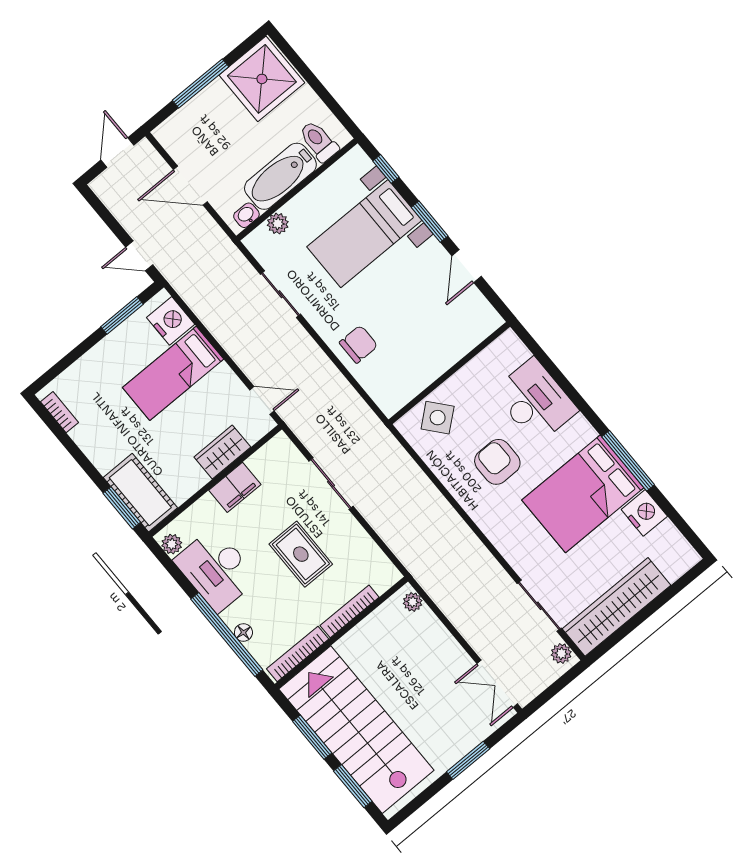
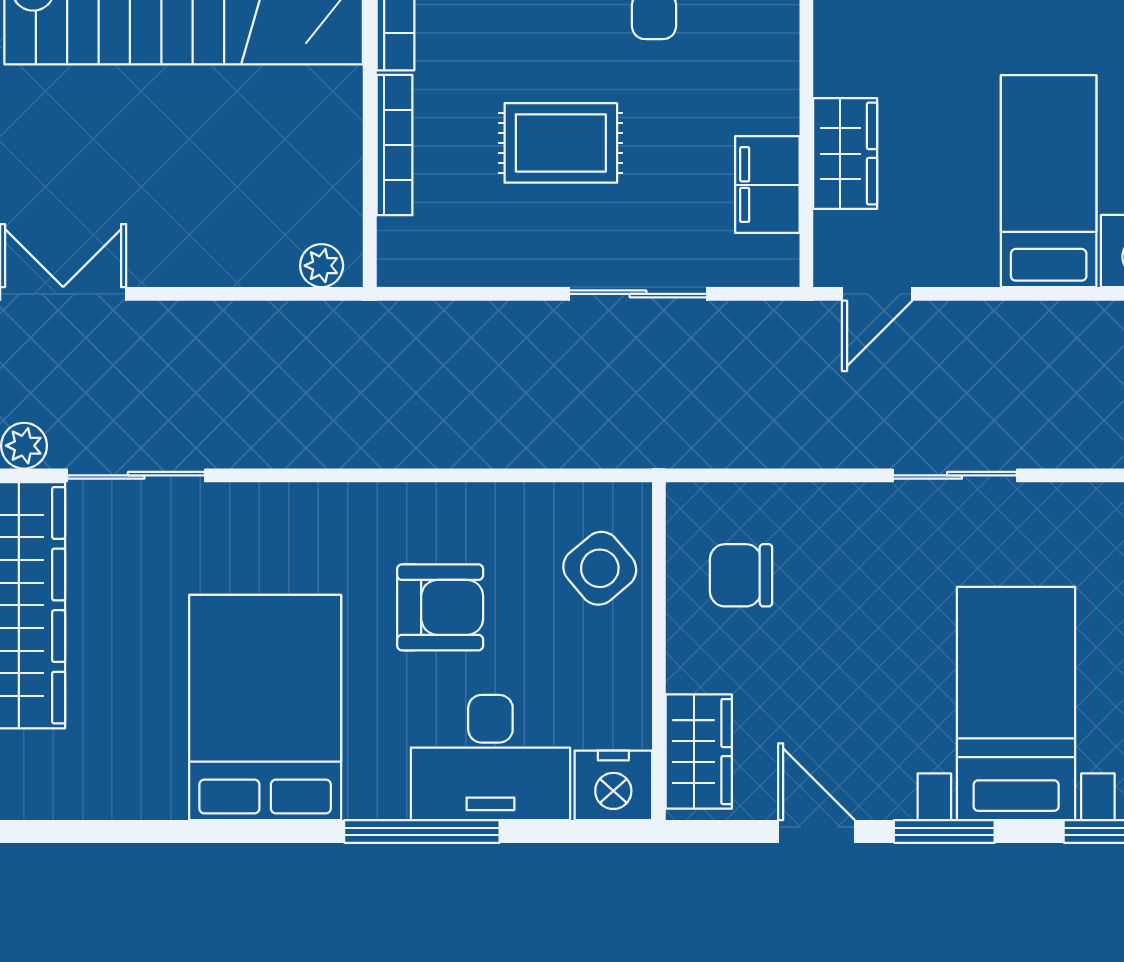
sliding door: (281, 294) -> (955, 475), moved
wardrobe: (473, 330) -> (699, 752), added
chair: (359, 344) -> (741, 575), moved, turned 90
window: (628, 461) -> (422, 831), moved
filing cabinet: (235, 487) -> (767, 185), moved
nightstand: (644, 513) -> (613, 785), moved

